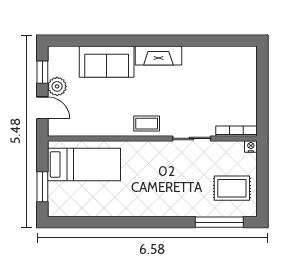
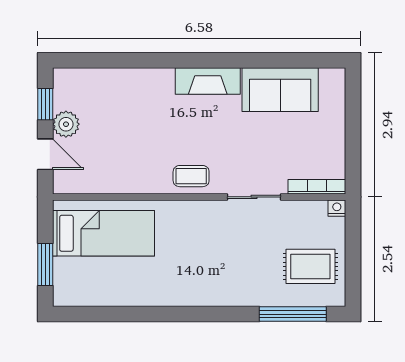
sofa: (107, 62) -> (280, 90), moved

